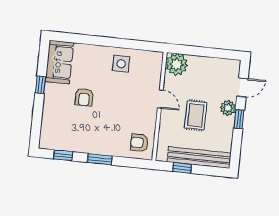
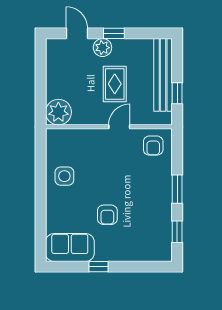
armchair: (84, 97) -> (107, 215), turned 90
door: (160, 99) -> (119, 127), moved
rug: (196, 115) -> (115, 84), turned 90

